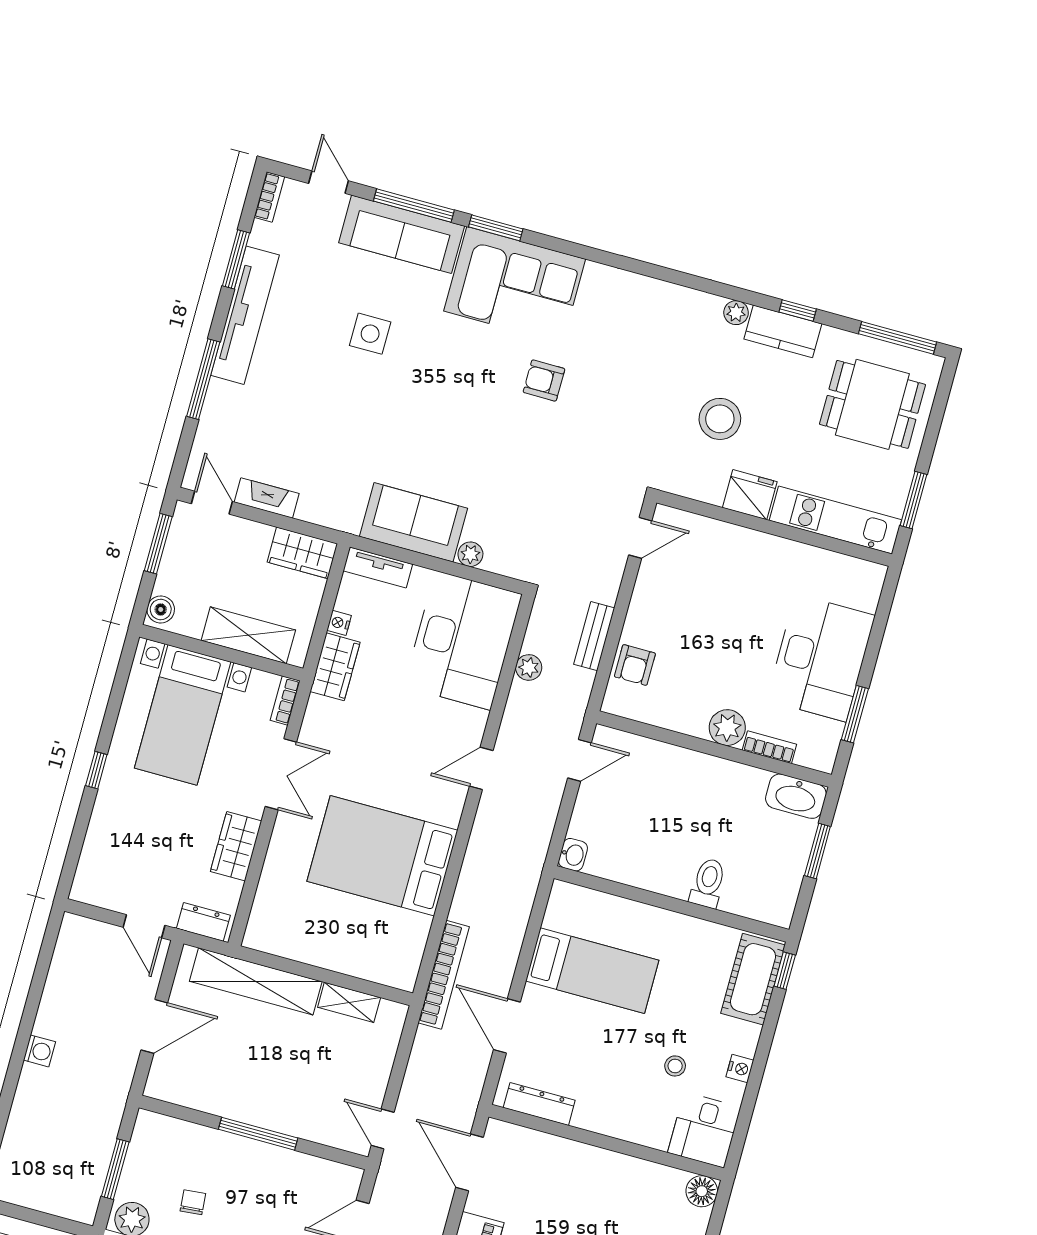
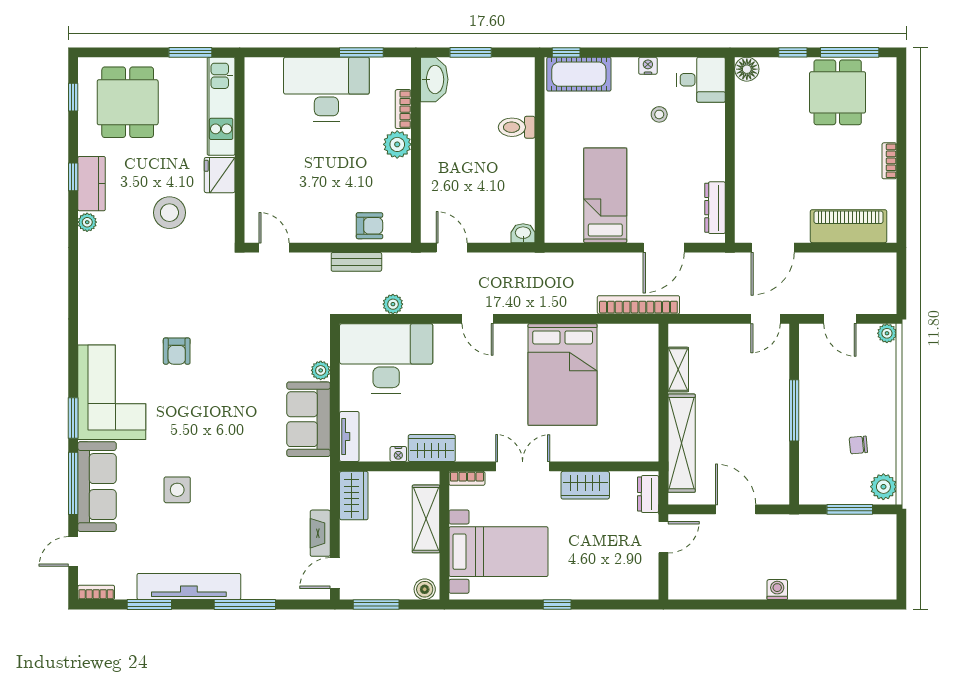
window: (898, 338) -> (73, 97), width x0.46

